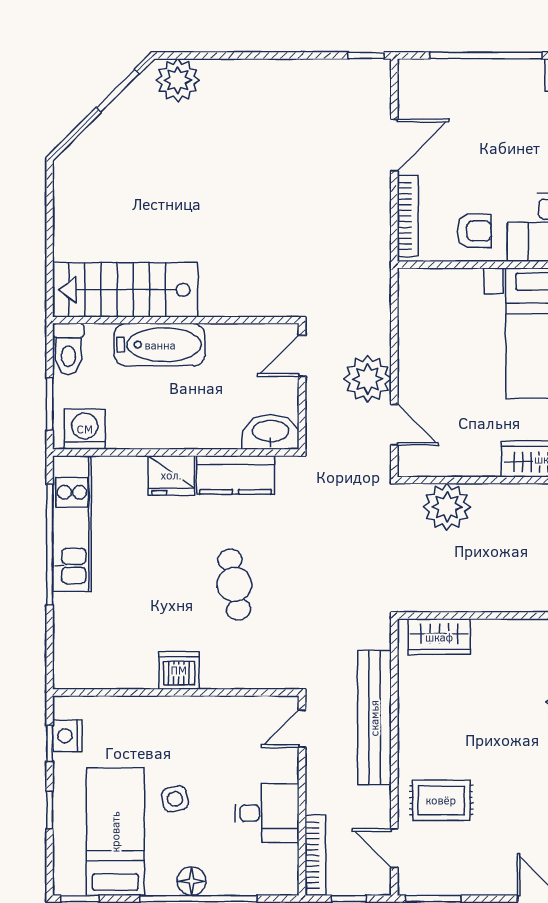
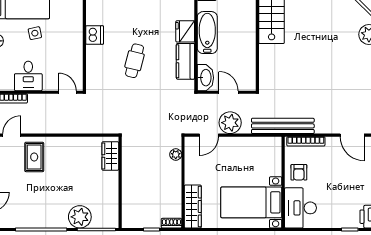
door: (394, 145) -> (352, 135), moved
bathtub: (160, 345) -> (207, 33), moved, turned 180
door: (302, 356) -> (228, 92), moved
plant: (447, 507) -> (176, 154), width x0.53, depth x0.53
cafe table: (234, 584) -> (135, 61), turned -66
bench: (374, 718) -> (283, 126), moved

